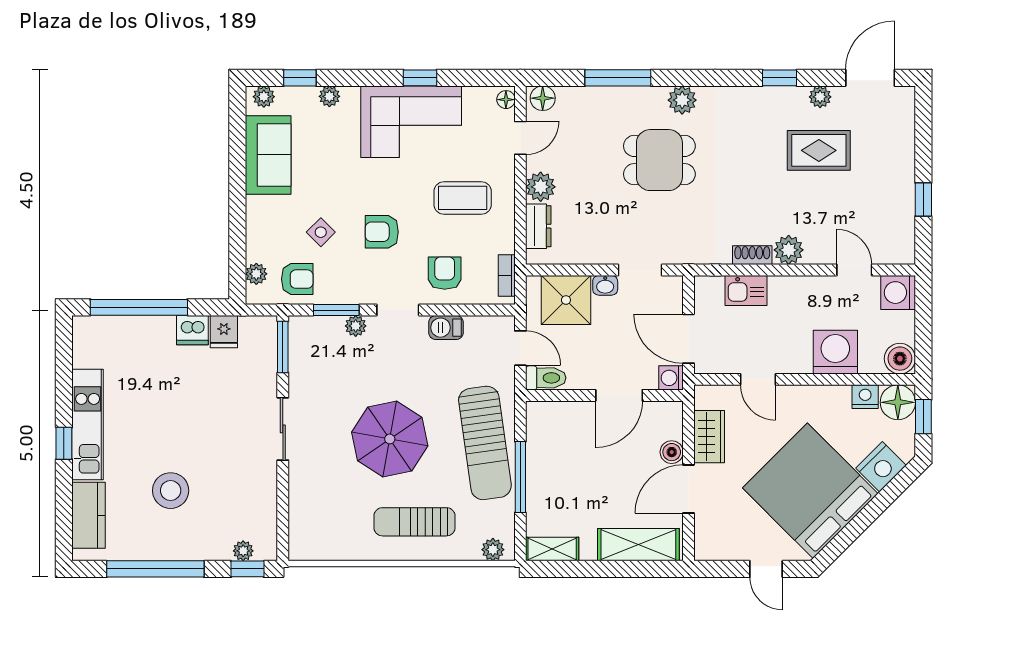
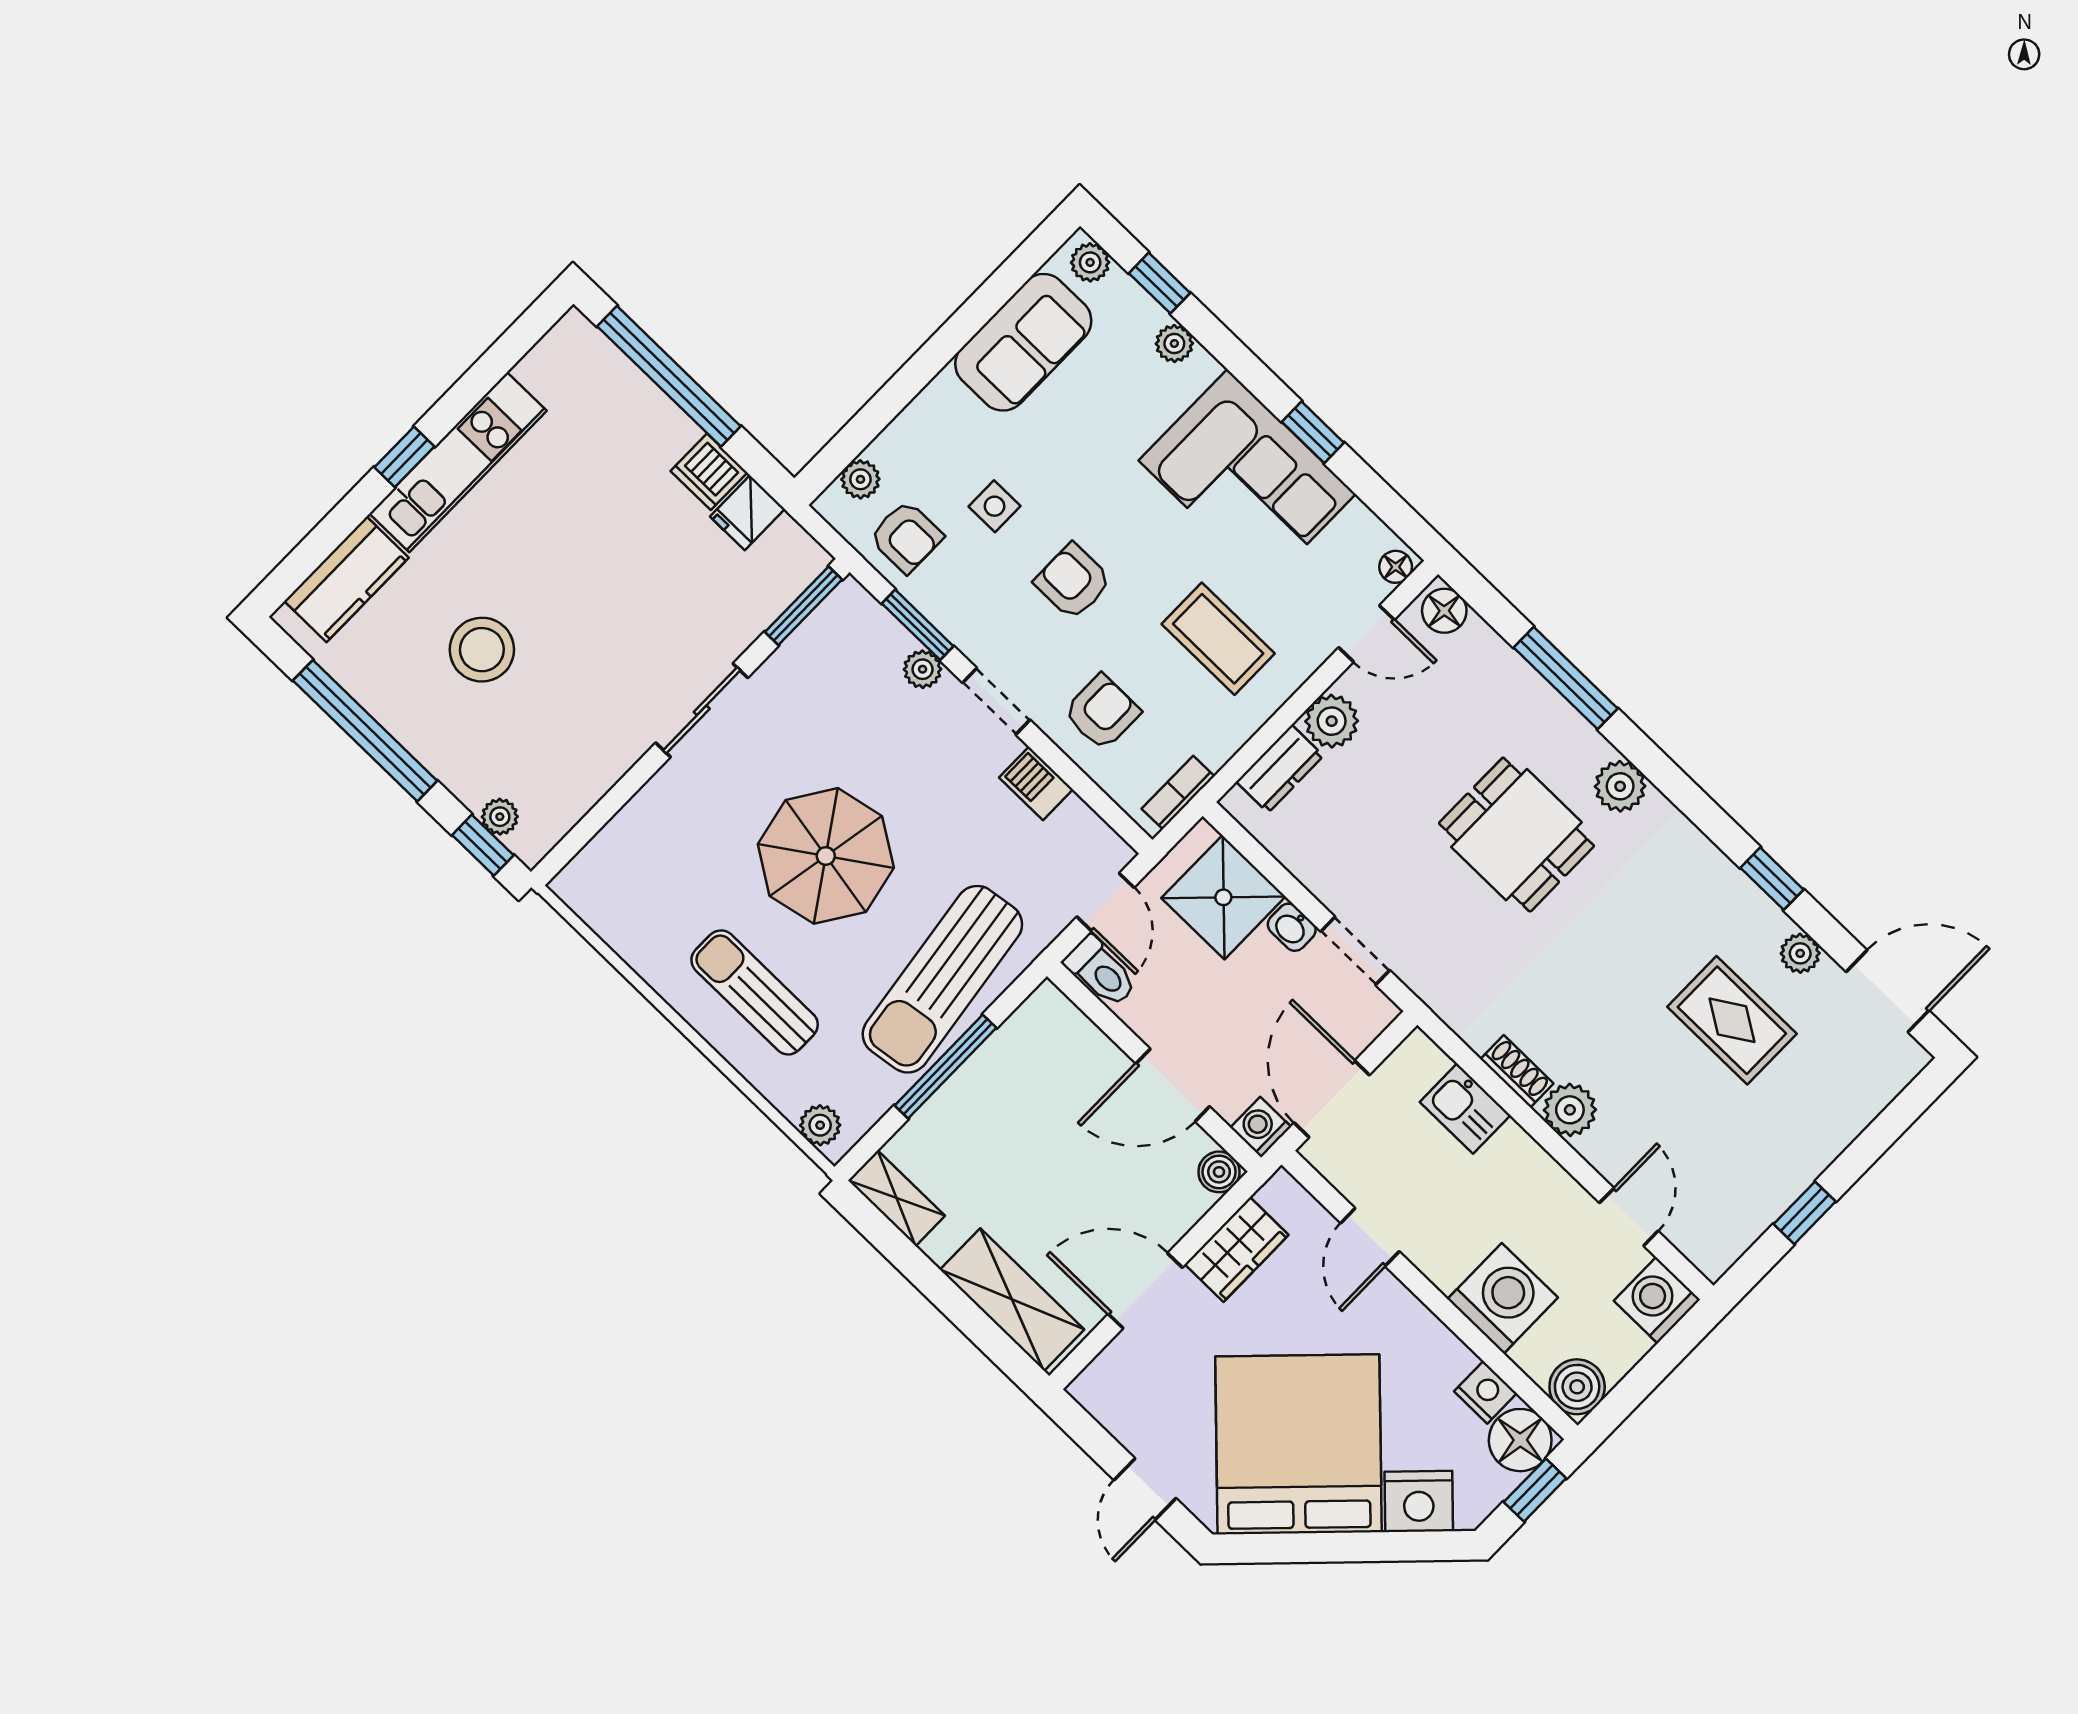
side table: (321, 232) -> (995, 506), turned 45
boiler: (672, 452) -> (1219, 1172), moved

